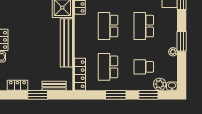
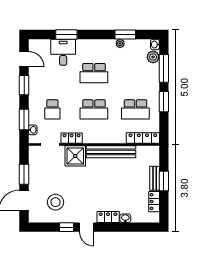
window: (182, 41) -> (125, 35), moved
school desk: (144, 67) -> (135, 73), removed
bench: (54, 86) -> (155, 178), moved
window: (148, 95) -> (164, 68), width x1.44

